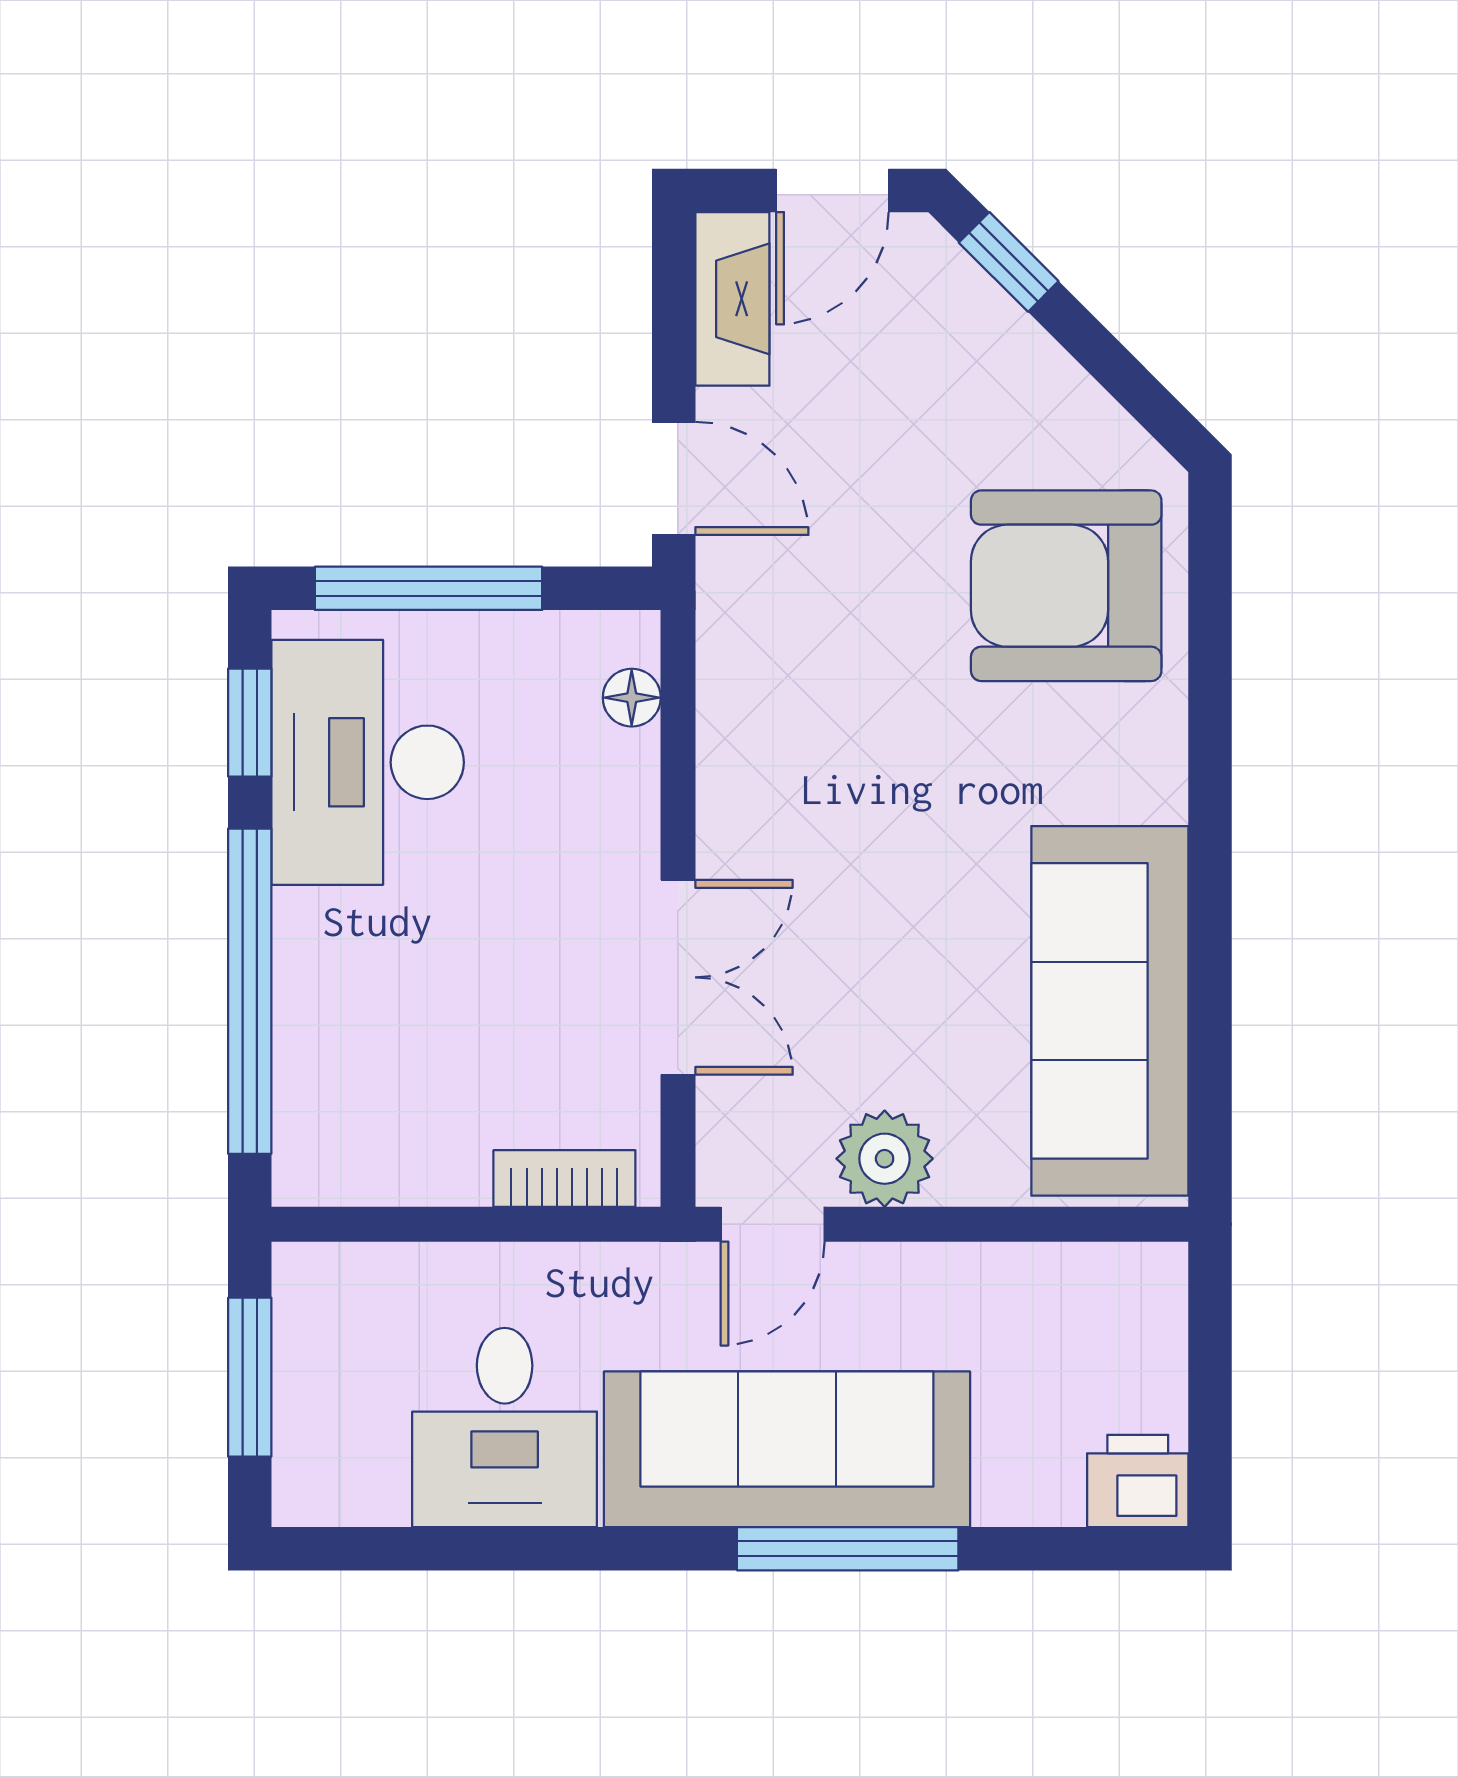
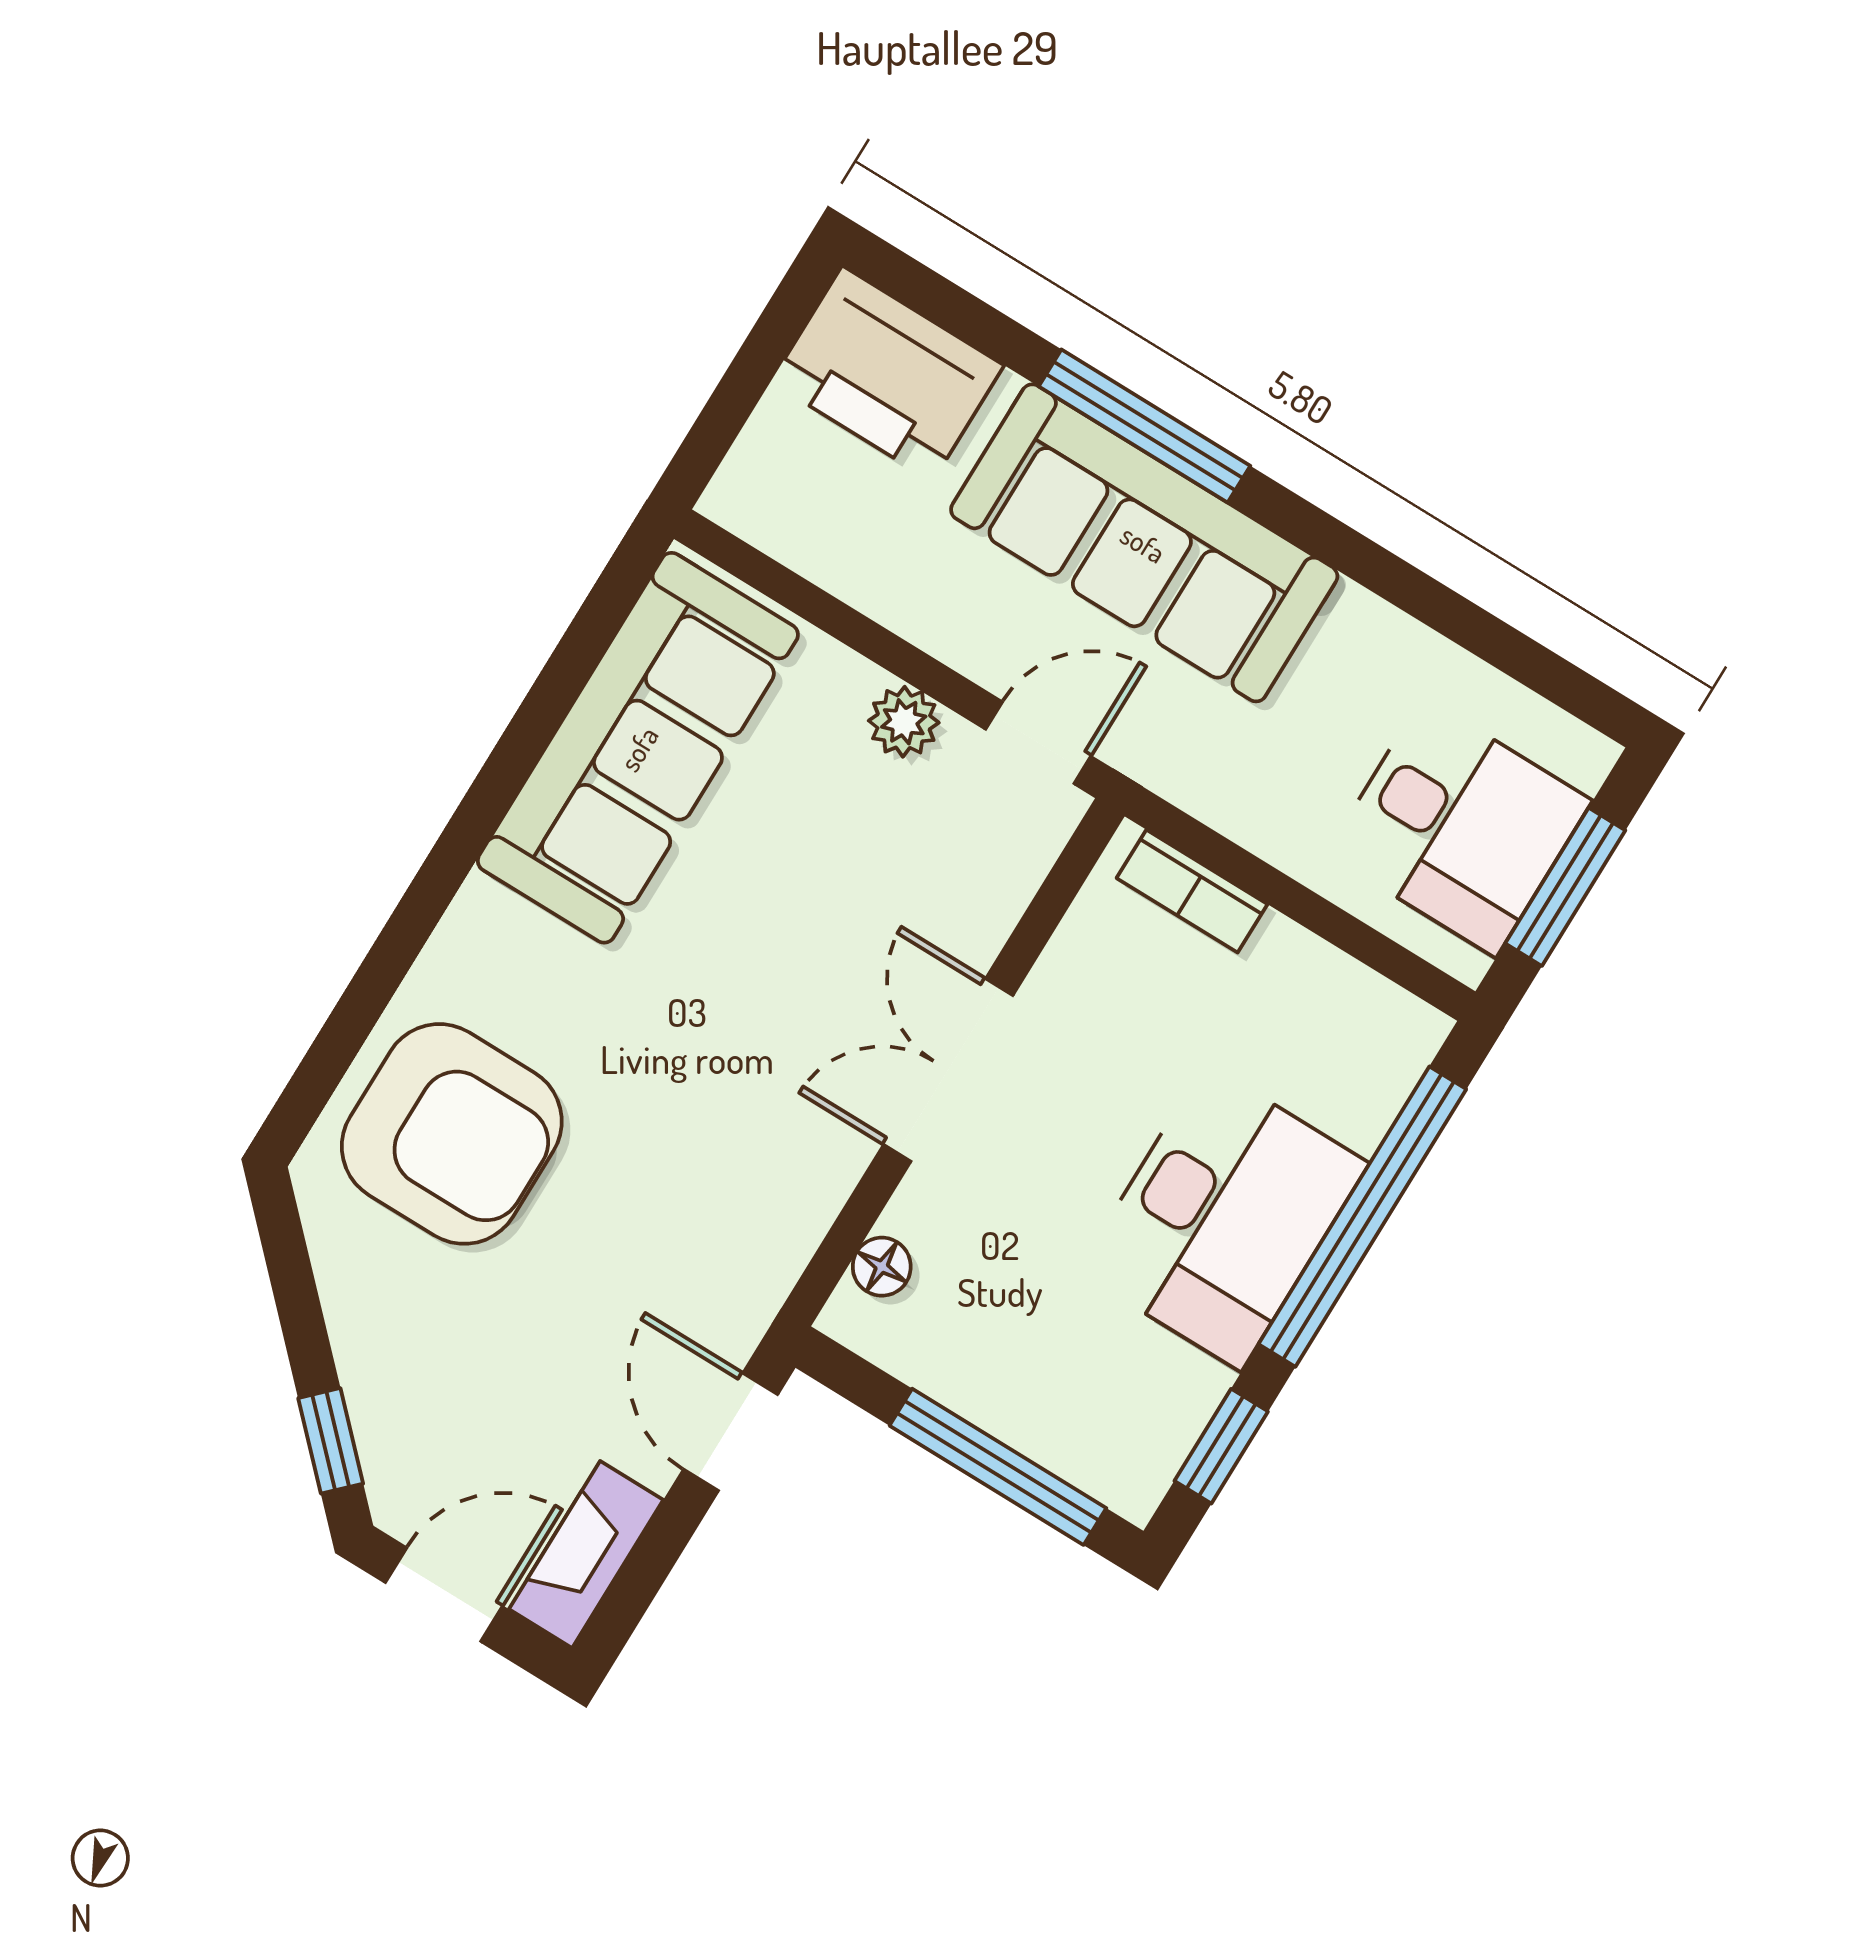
desk: (368, 762) -> (1223, 1217), moved
double door: (678, 977) -> (948, 1070), moved
plant: (885, 1159) -> (904, 722), width x0.73, depth x0.73
desk: (505, 1427) -> (1459, 827), moved, turned 90
printer: (1138, 1481) -> (887, 374), width x1.87, depth x1.48

